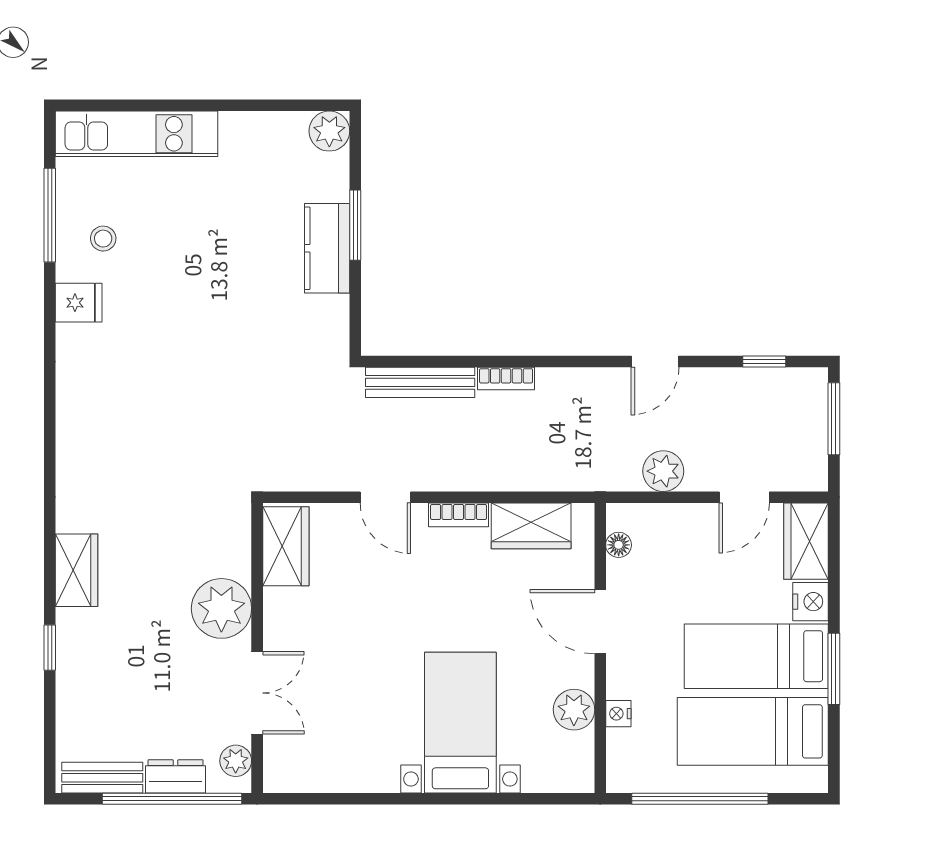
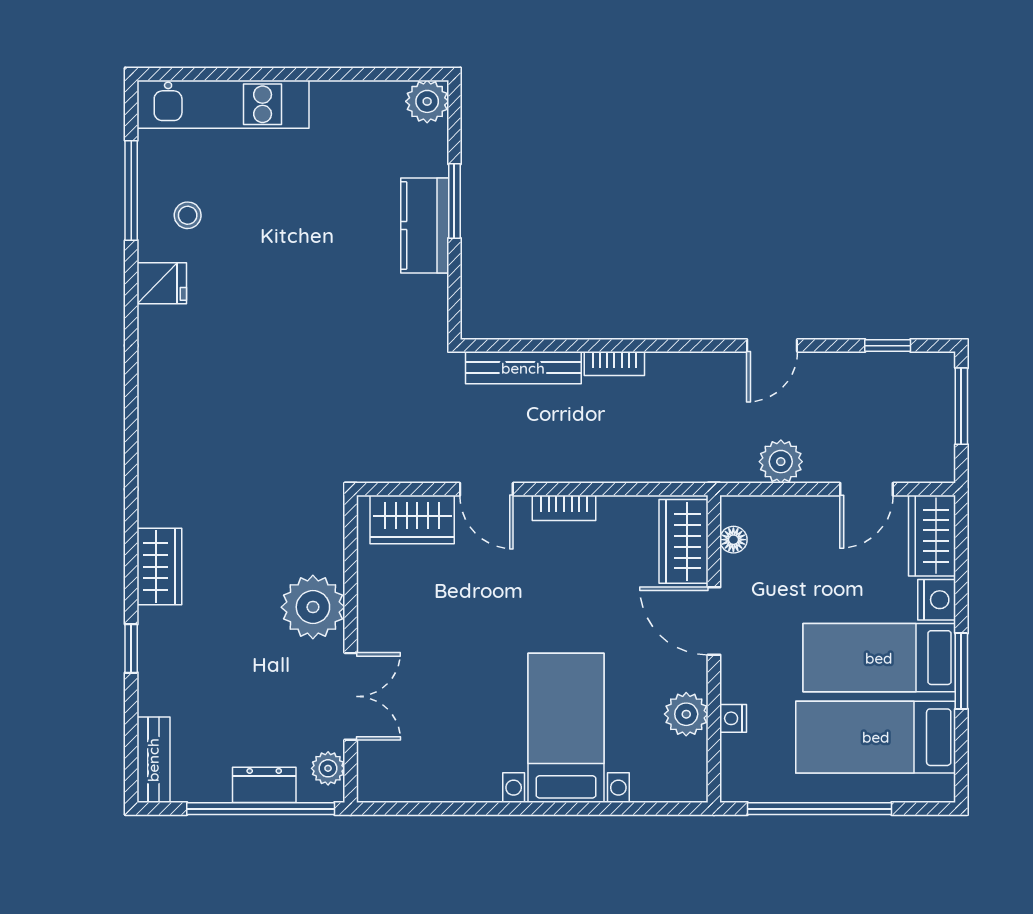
wardrobe: (531, 526) -> (684, 541), moved, turned 90
wardrobe: (286, 546) -> (412, 520), moved, turned 90
bench: (102, 778) -> (153, 760), moved, turned 90

